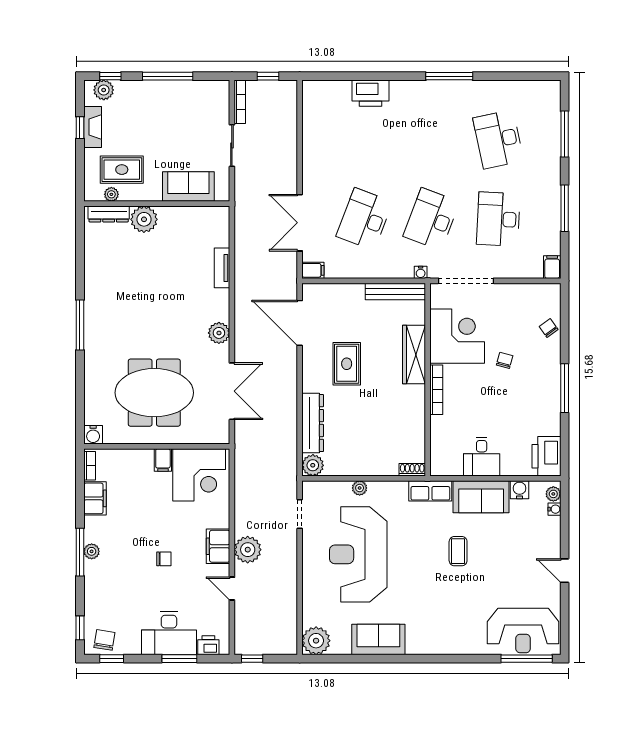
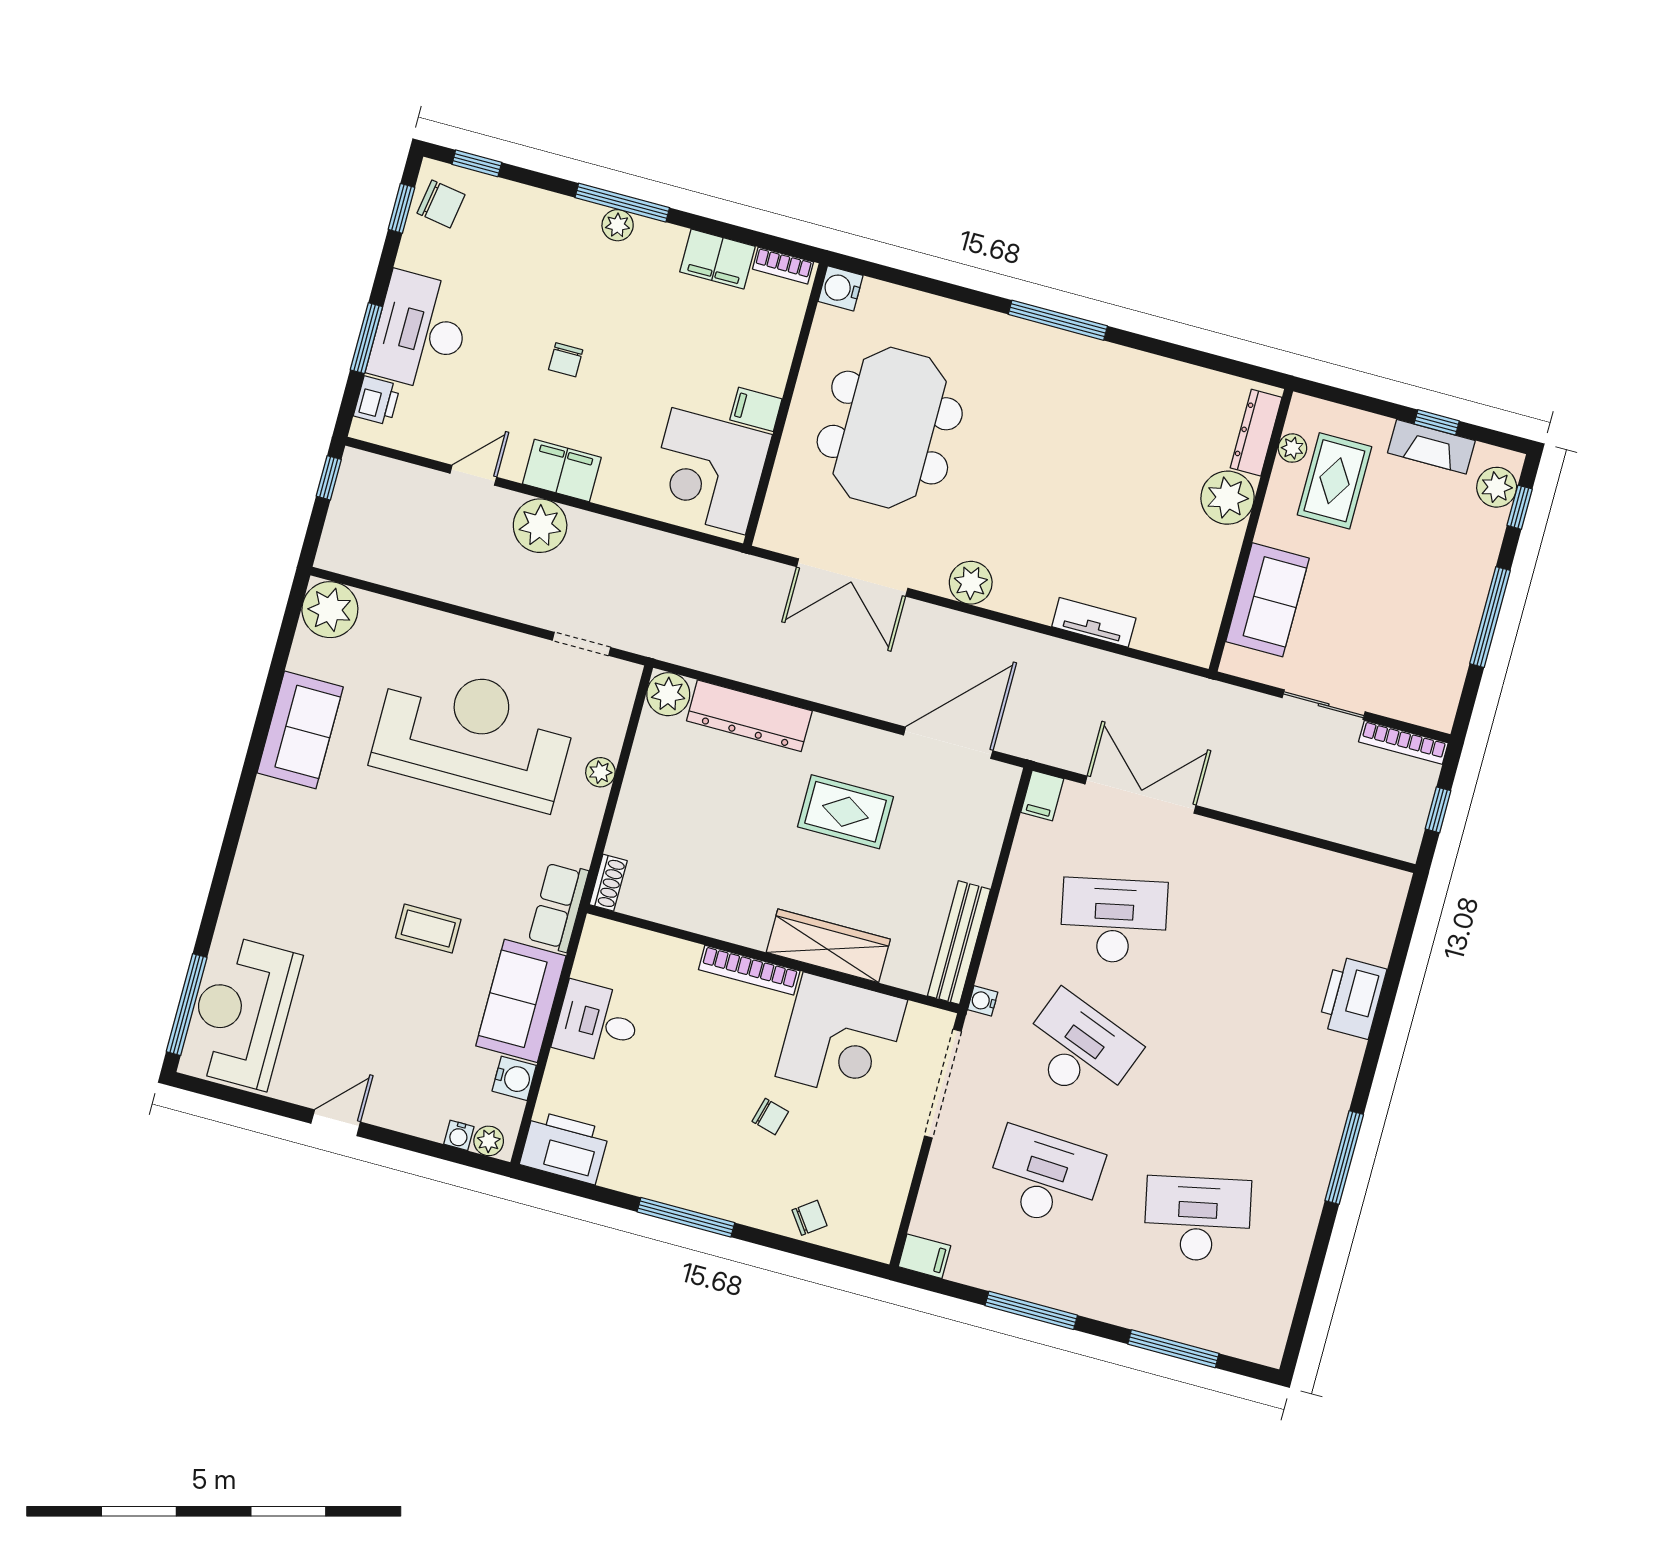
desk: (364, 219) -> (1114, 921), turned -33

